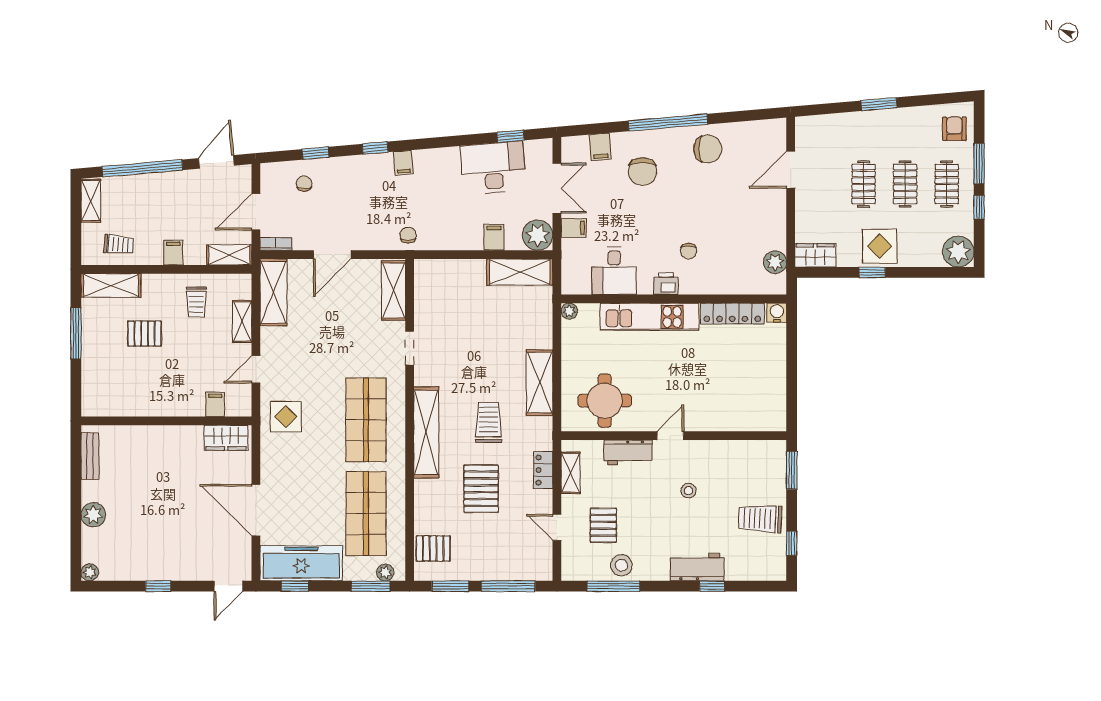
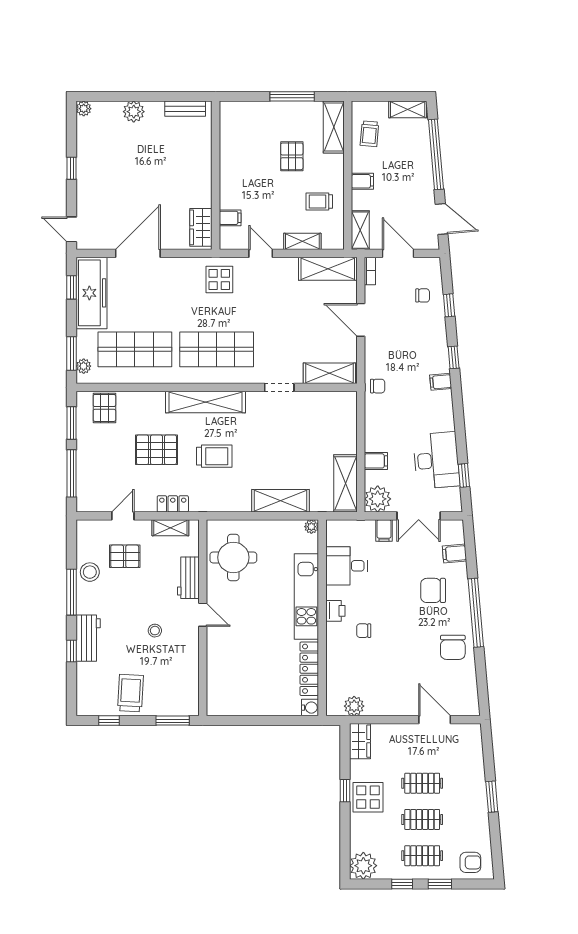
window: (979, 164) -> (440, 884), width x0.67
shelving: (540, 383) -> (281, 501), moved
window: (613, 586) -> (72, 592), moved

